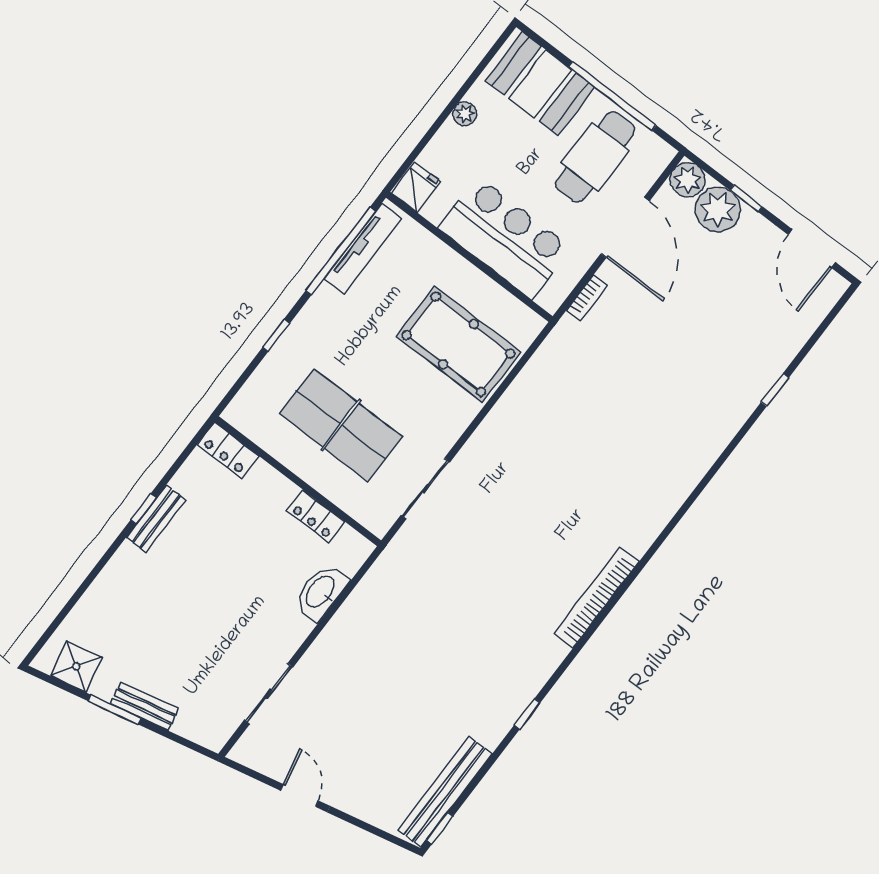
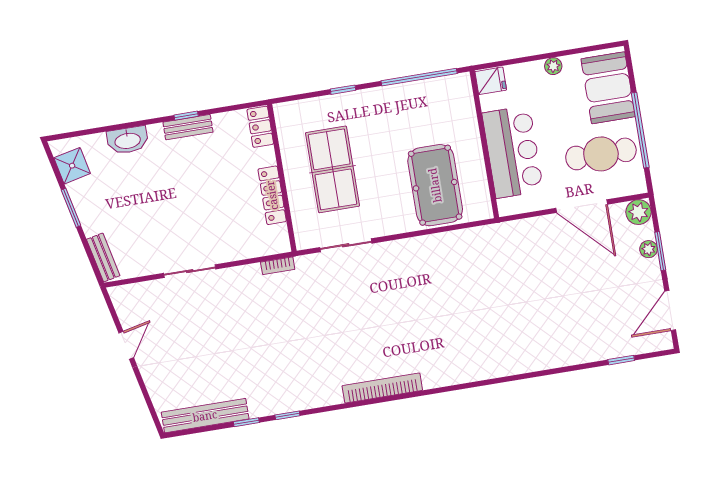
window: (746, 198) -> (660, 251), width x1.50
plant: (718, 209) -> (649, 249), width x0.53, depth x0.53
door: (625, 227) -> (582, 206), hinge flipped
tv unit: (363, 249) -> (432, 87), removed
bookcase: (587, 298) -> (278, 266), moved
window: (775, 390) -> (621, 360), moved
locker: (316, 516) -> (272, 195), width x1.53
washbasin: (321, 592) -> (128, 140), moved, turned 180
sliding door: (269, 694) -> (190, 271), moved
bench: (145, 706) -> (103, 257), moved
window: (440, 828) -> (246, 422), moved

